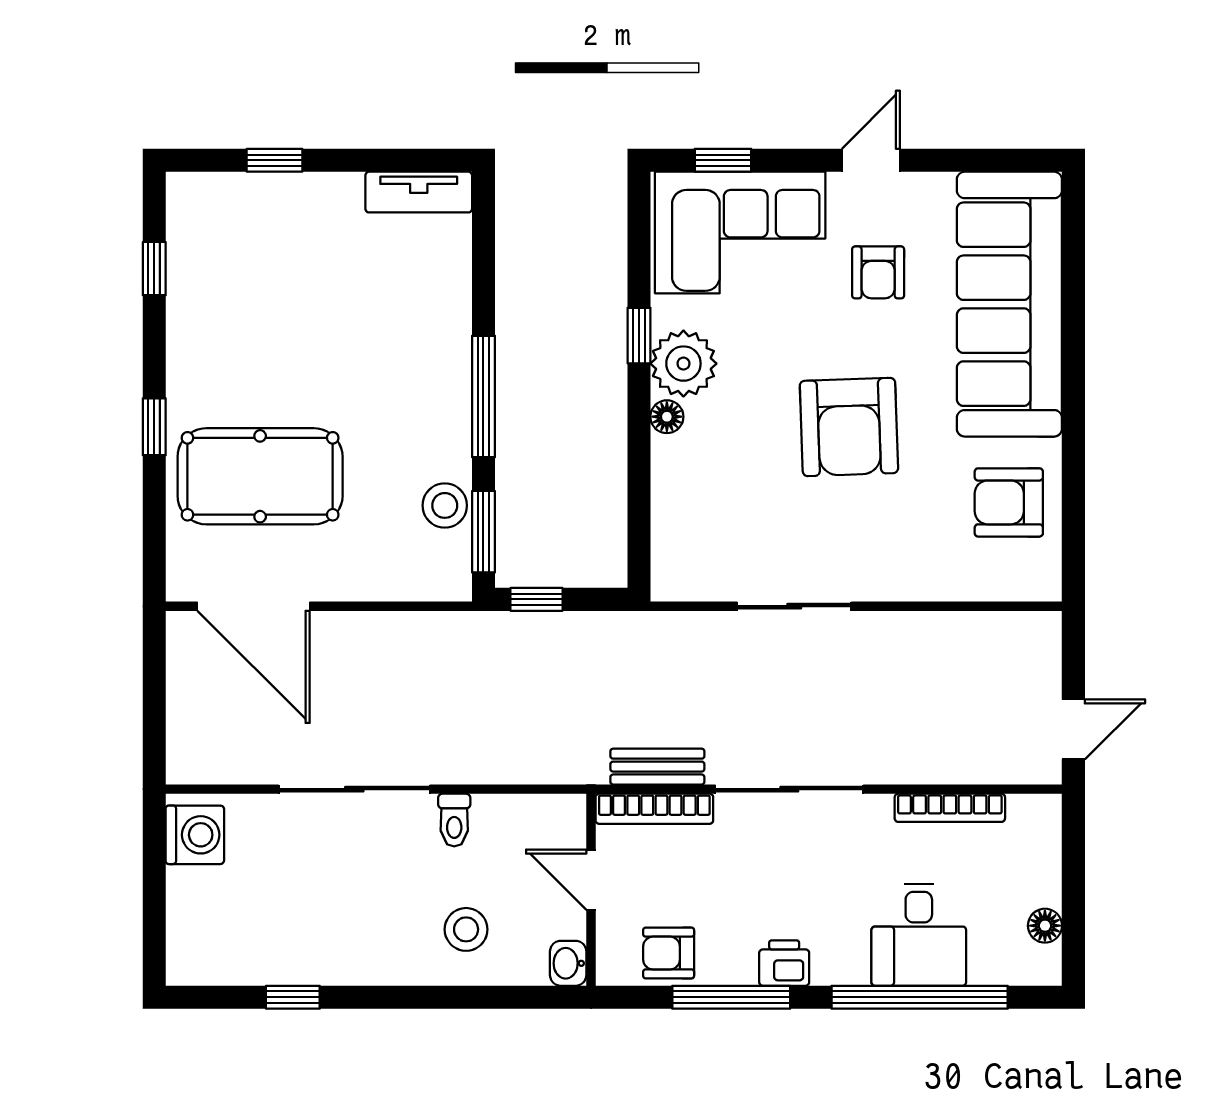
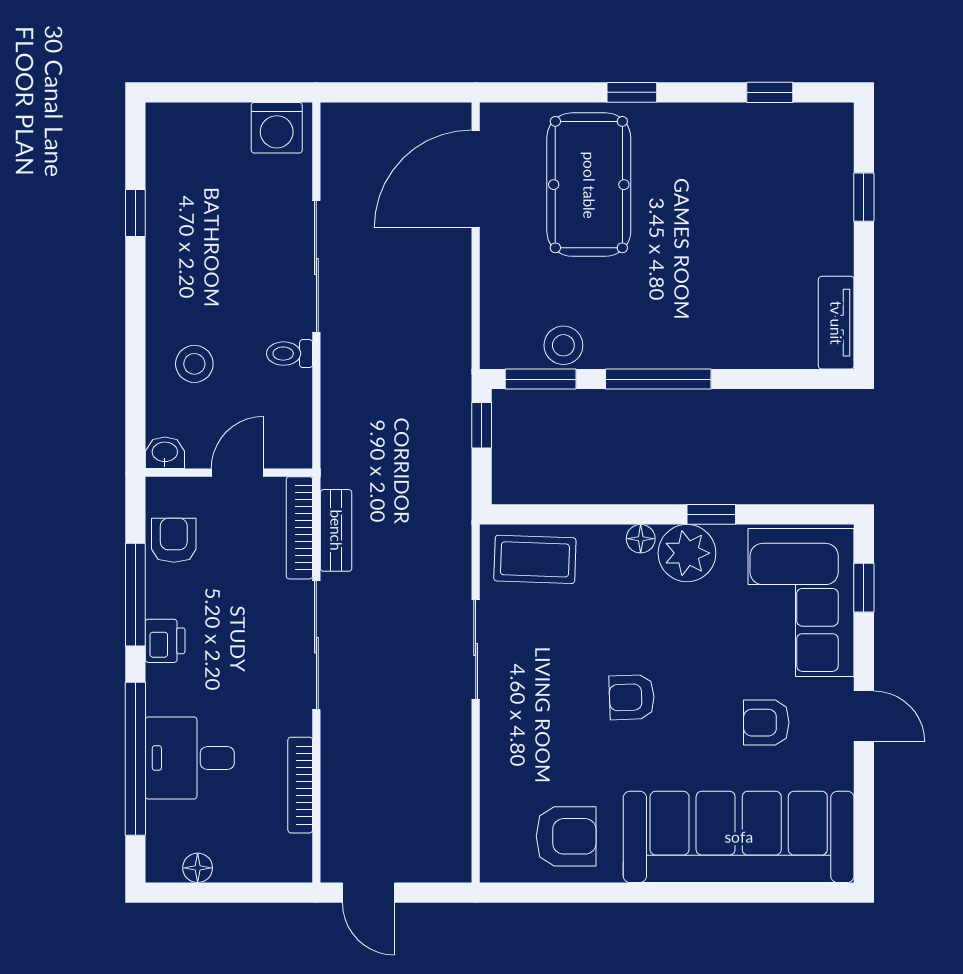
armchair: (849, 427) -> (632, 697), width x0.53, depth x0.53
armchair: (1009, 502) -> (566, 836), turned 90
coffee table: (691, 538) -> (535, 559), added

